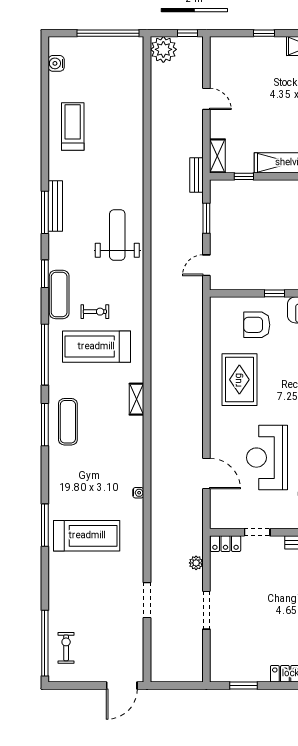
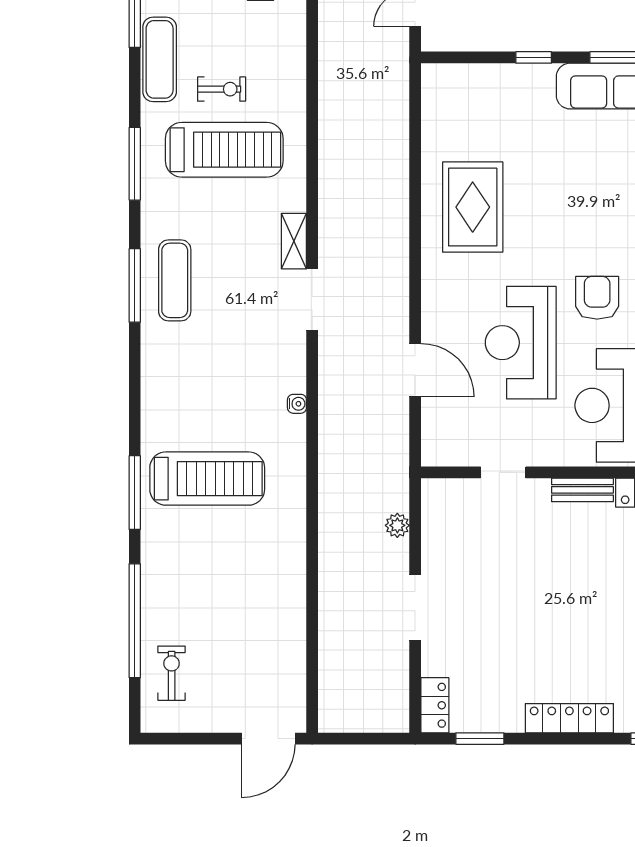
armchair: (257, 325) -> (503, 112), removed
treadmill: (96, 347) -> (224, 150), turned 180
window: (45, 355) -> (135, 164), width x0.68
window: (45, 525) -> (135, 493), moved
locker: (225, 544) -> (435, 705), moved, turned -90
doorway: (147, 600) -> (312, 300), moved
window: (45, 643) -> (135, 621), moved

